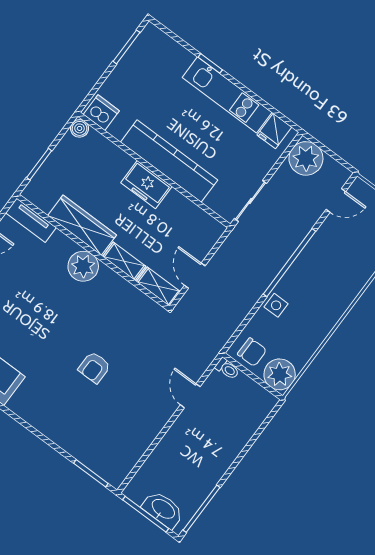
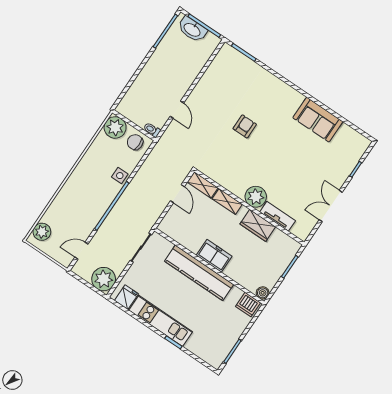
tv unit: (31, 220) -> (278, 216), moved
wardrobe: (82, 225) -> (258, 225), width x0.67

